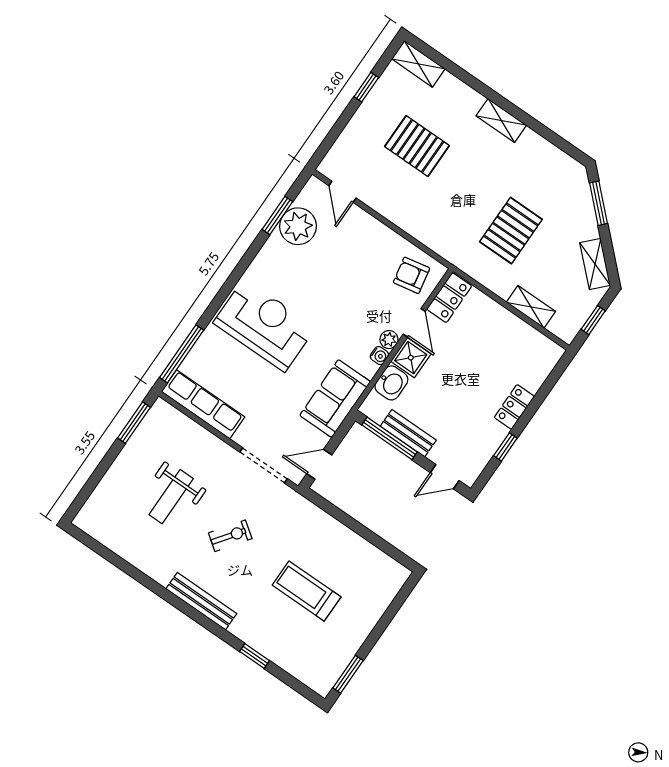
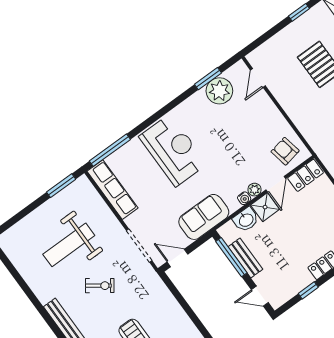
weight bench: (171, 497) -> (69, 245), width x1.36, depth x1.33

